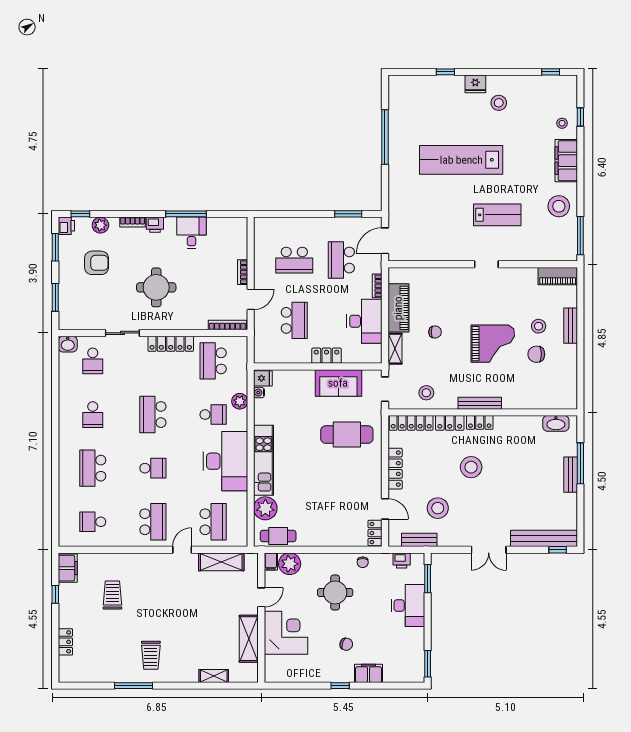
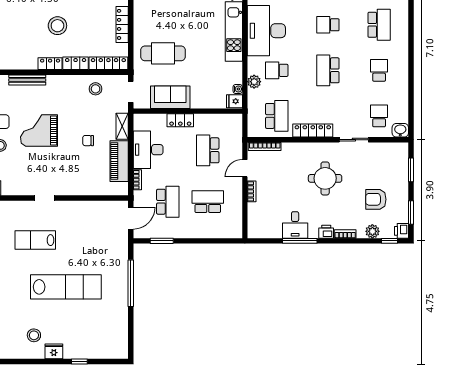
window: (385, 137) -> (131, 283), moved
bench: (480, 403) -> (27, 80), moved
school desk: (153, 415) -> (328, 70), turned 180

